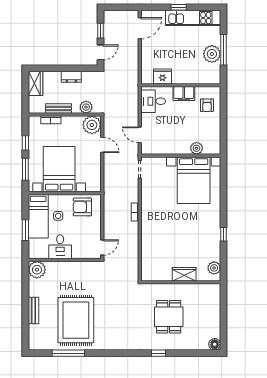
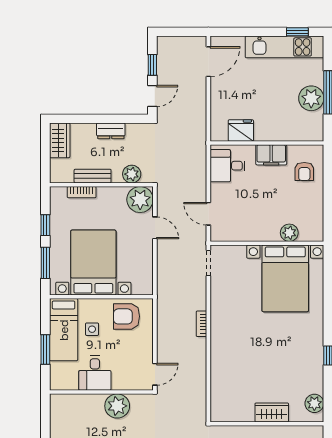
window: (179, 7) -> (297, 32), moved
plant: (37, 270) -> (117, 406), moved

